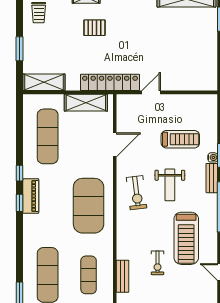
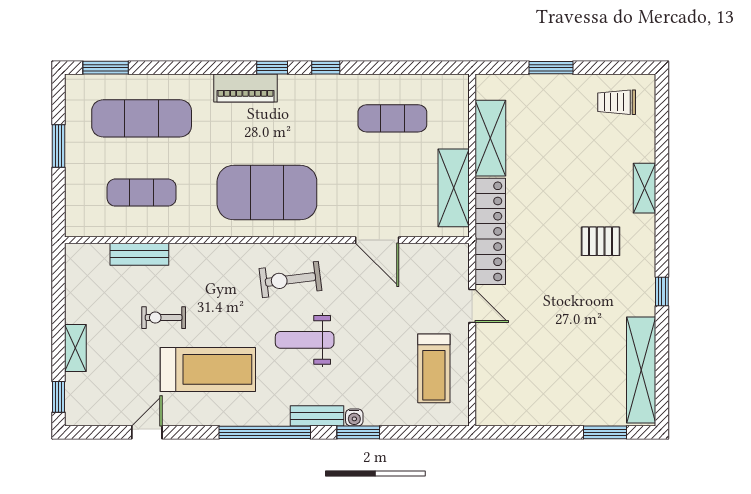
pallet: (94, 28) -> (601, 241), moved, turned 90
shelving: (44, 82) -> (490, 138), moved
exercise mat: (48, 136) -> (392, 118), width x0.73, depth x0.69
treadmill: (180, 139) -> (434, 368), moved
piano: (31, 196) -> (245, 88), moved
treadmill: (186, 238) -> (208, 369), turned 180

